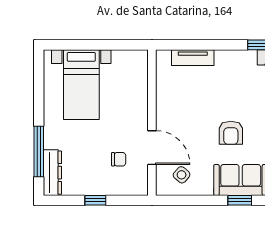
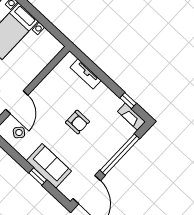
armchair: (231, 133) -> (77, 122), moved, turned -90

